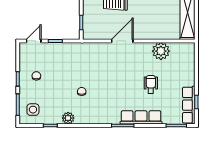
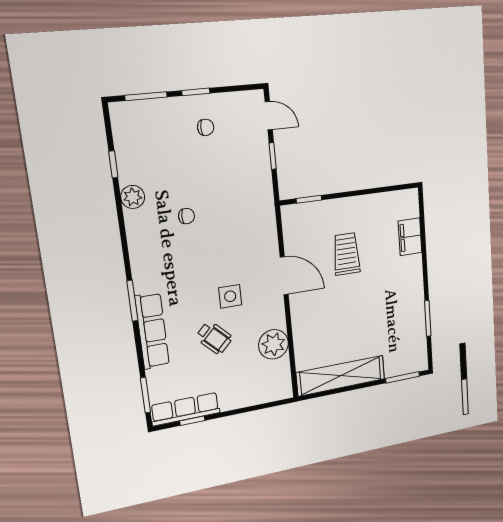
wheelchair: (151, 84) -> (214, 338), turned 45
side table: (33, 110) -> (230, 296), moved

